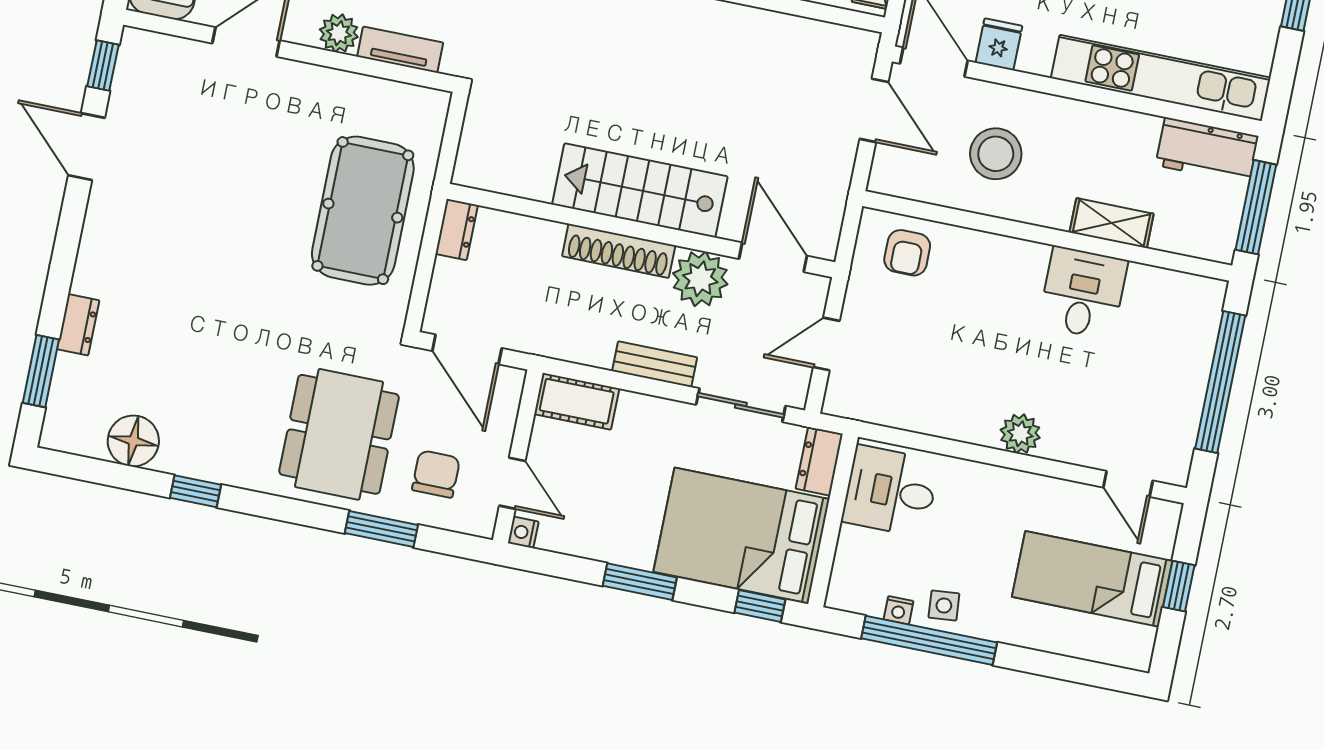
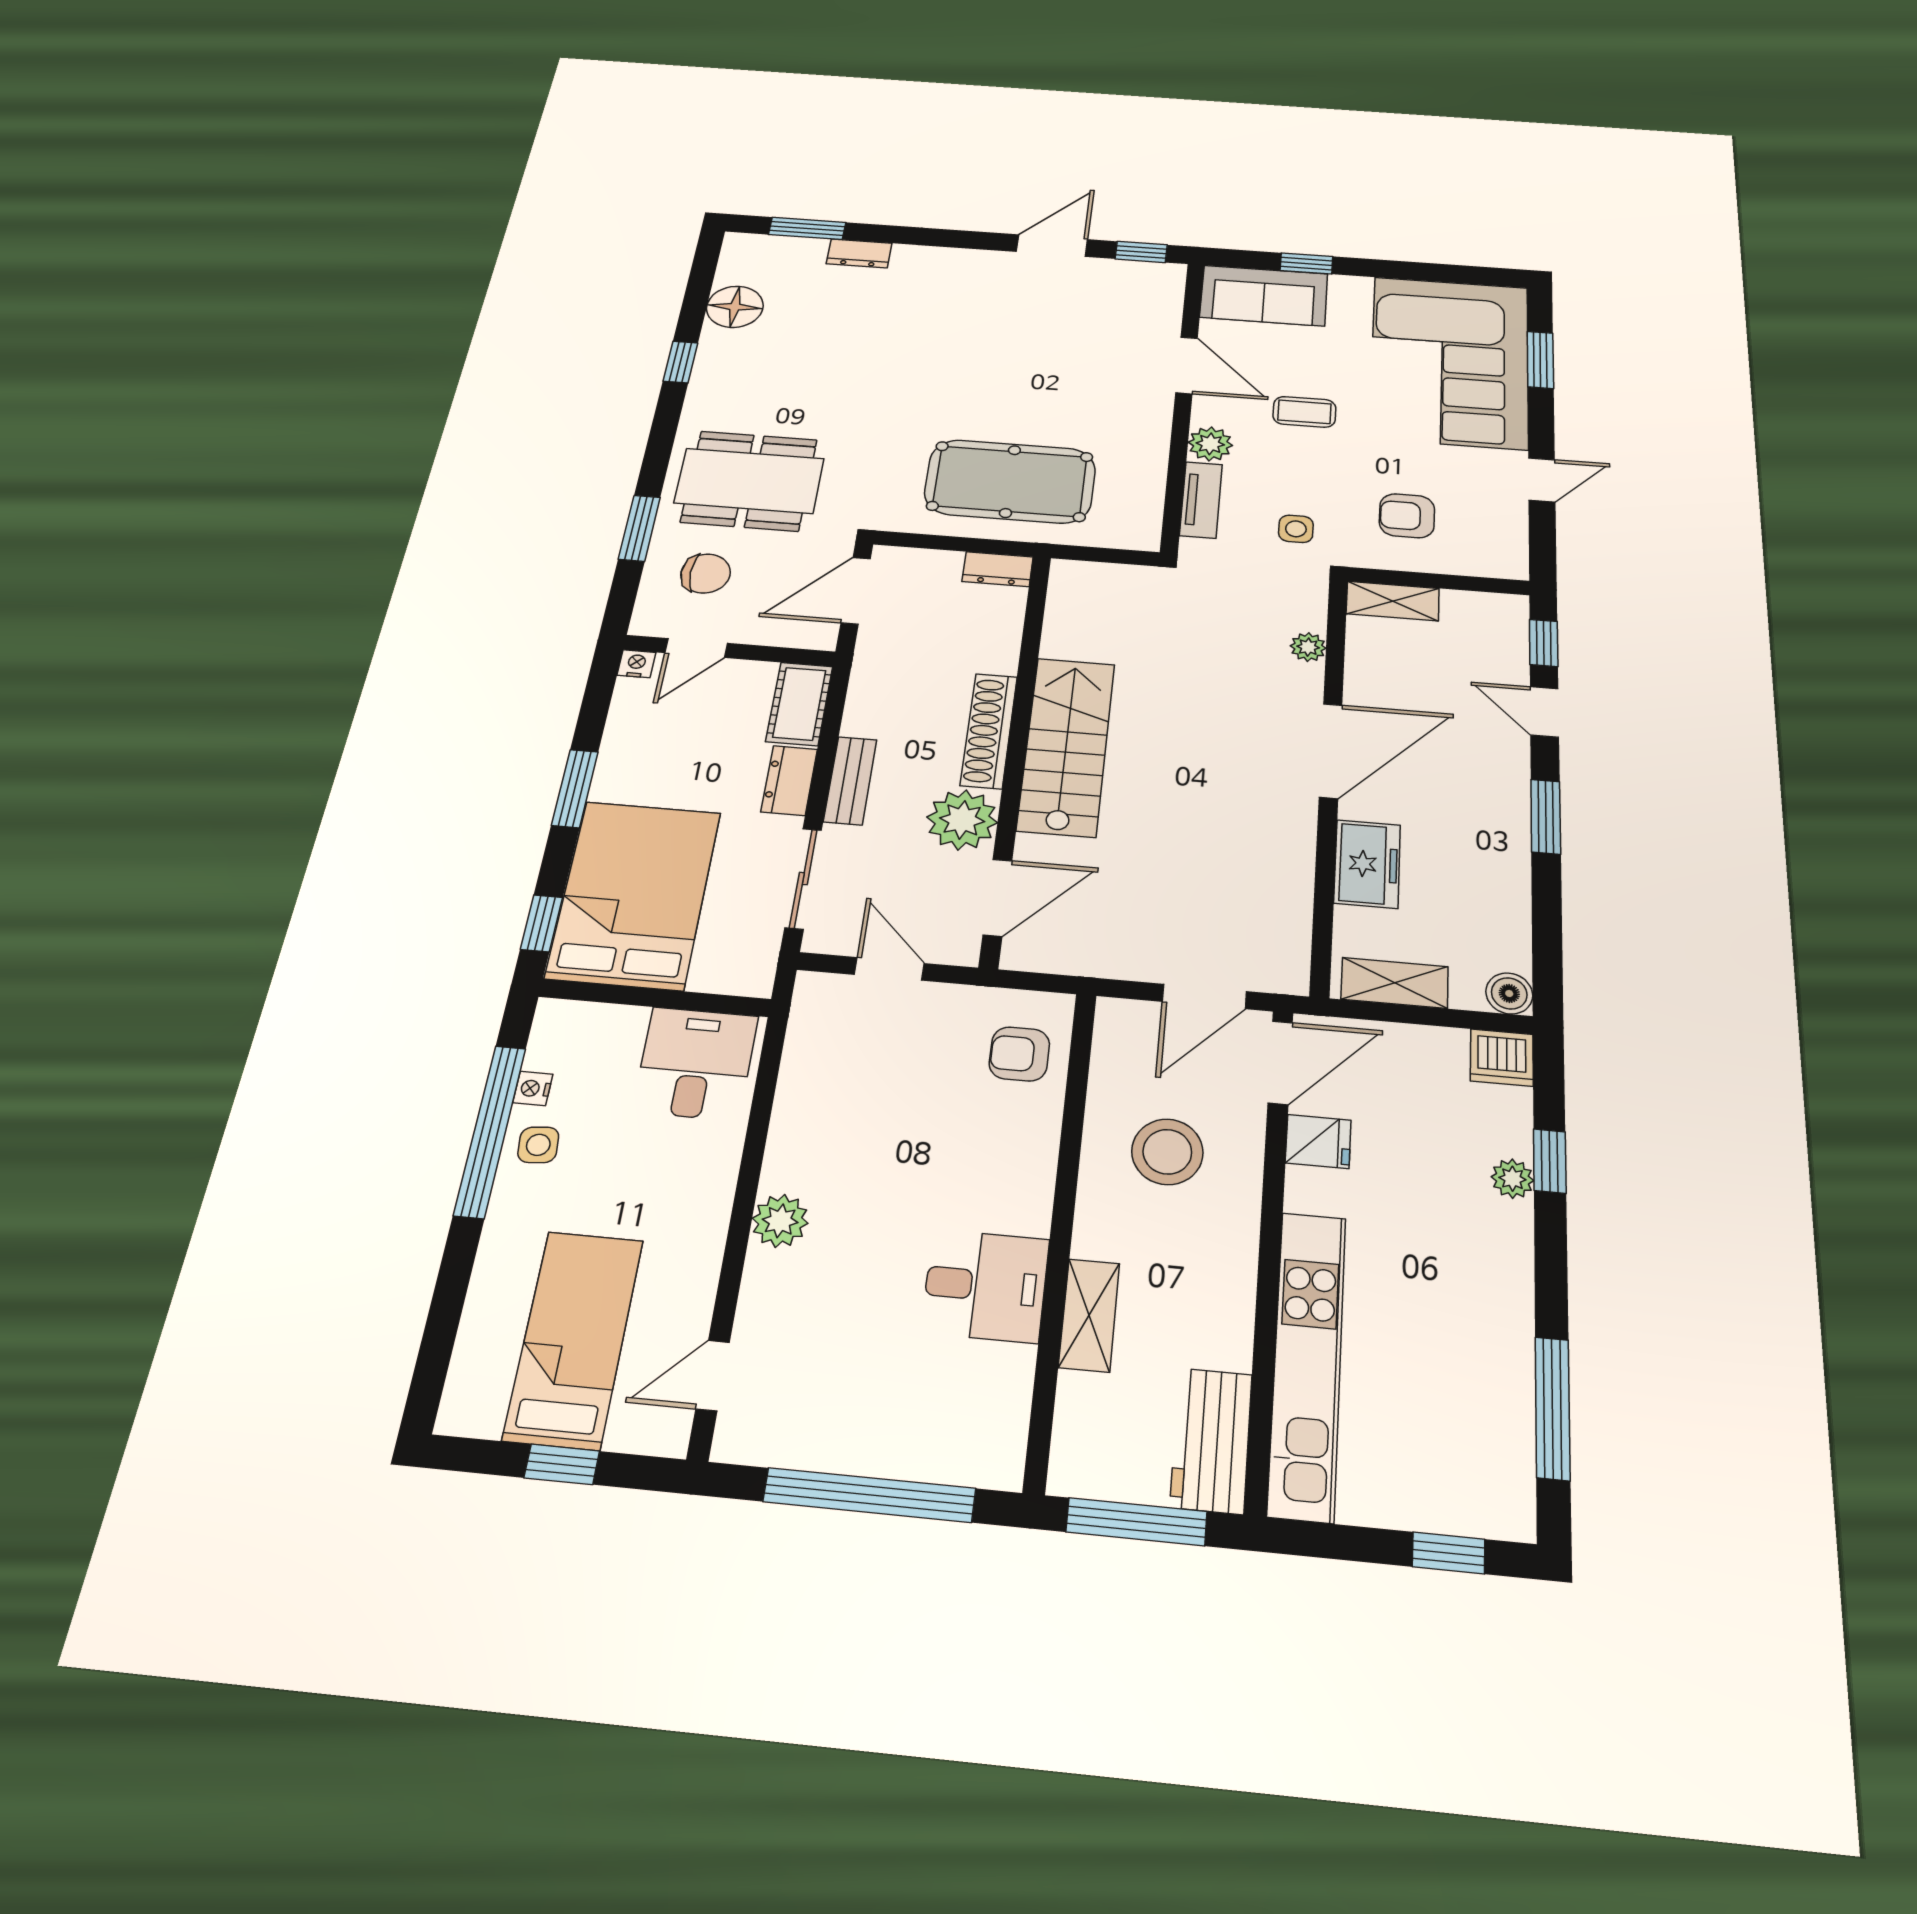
dresser: (819, 462) -> (789, 780), moved, turned -90

